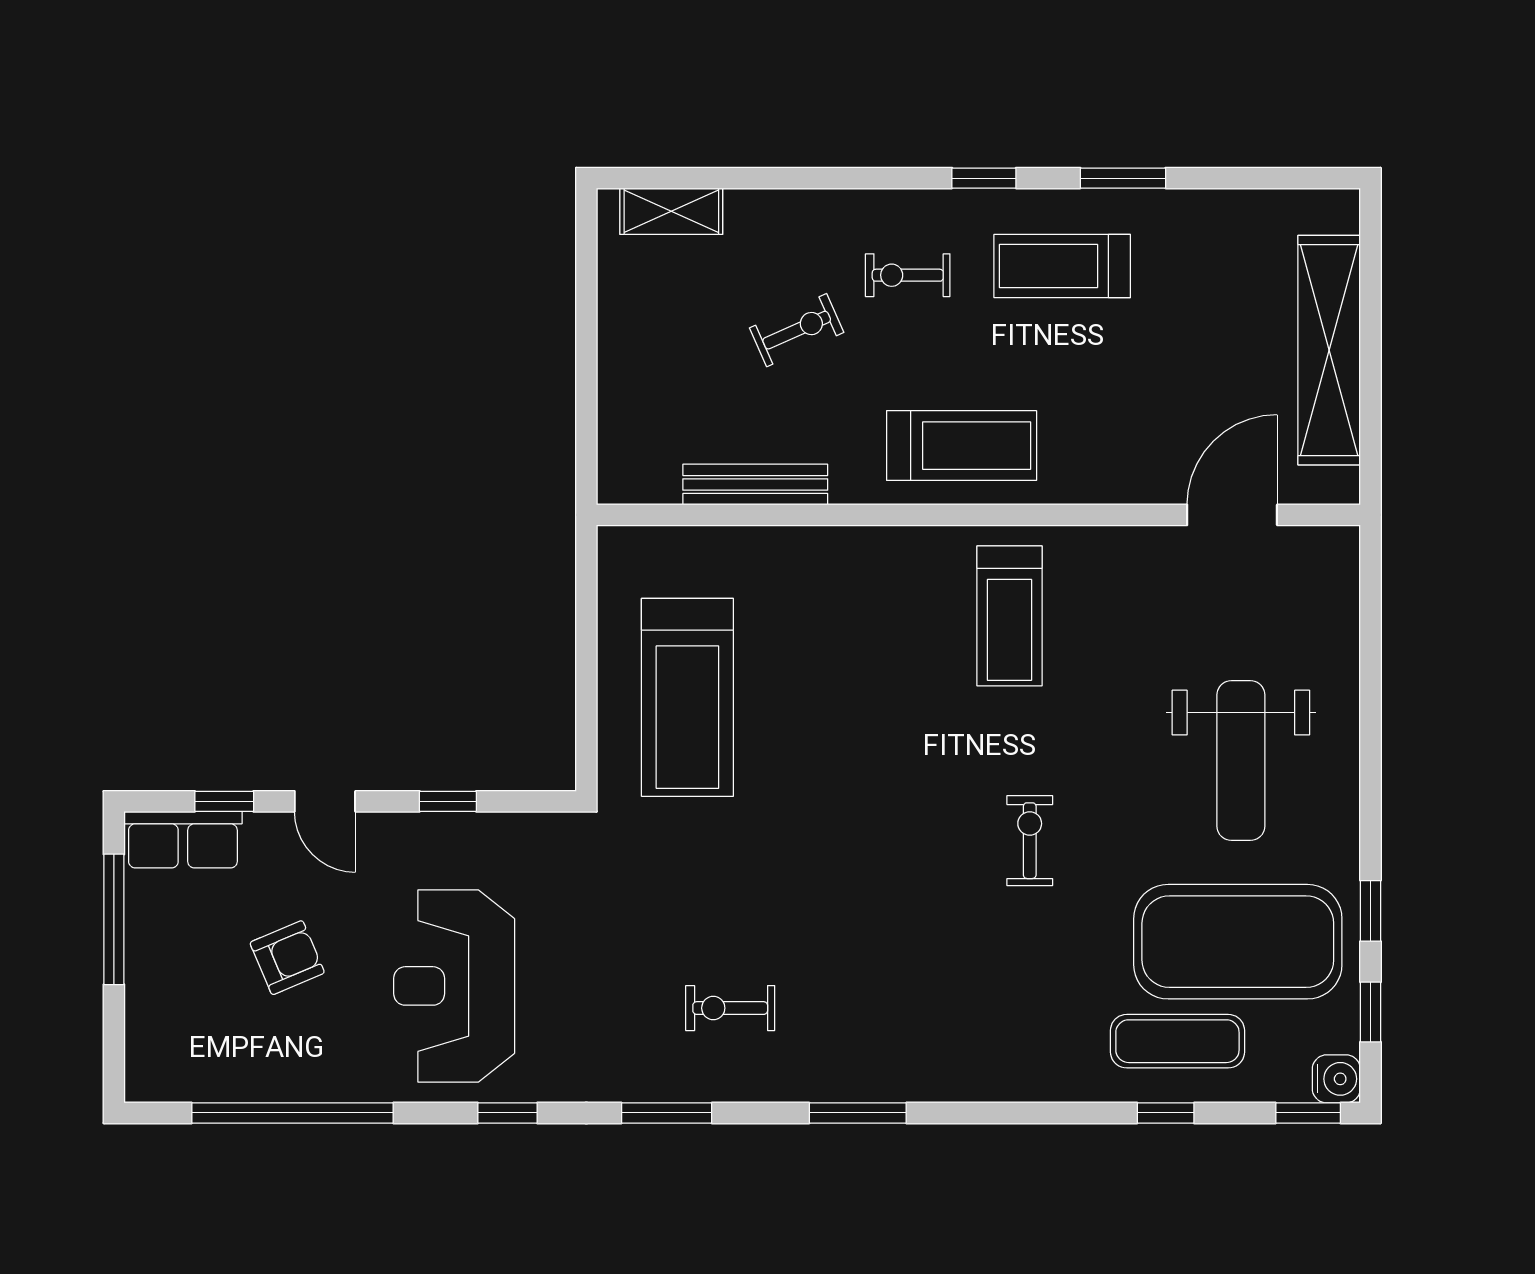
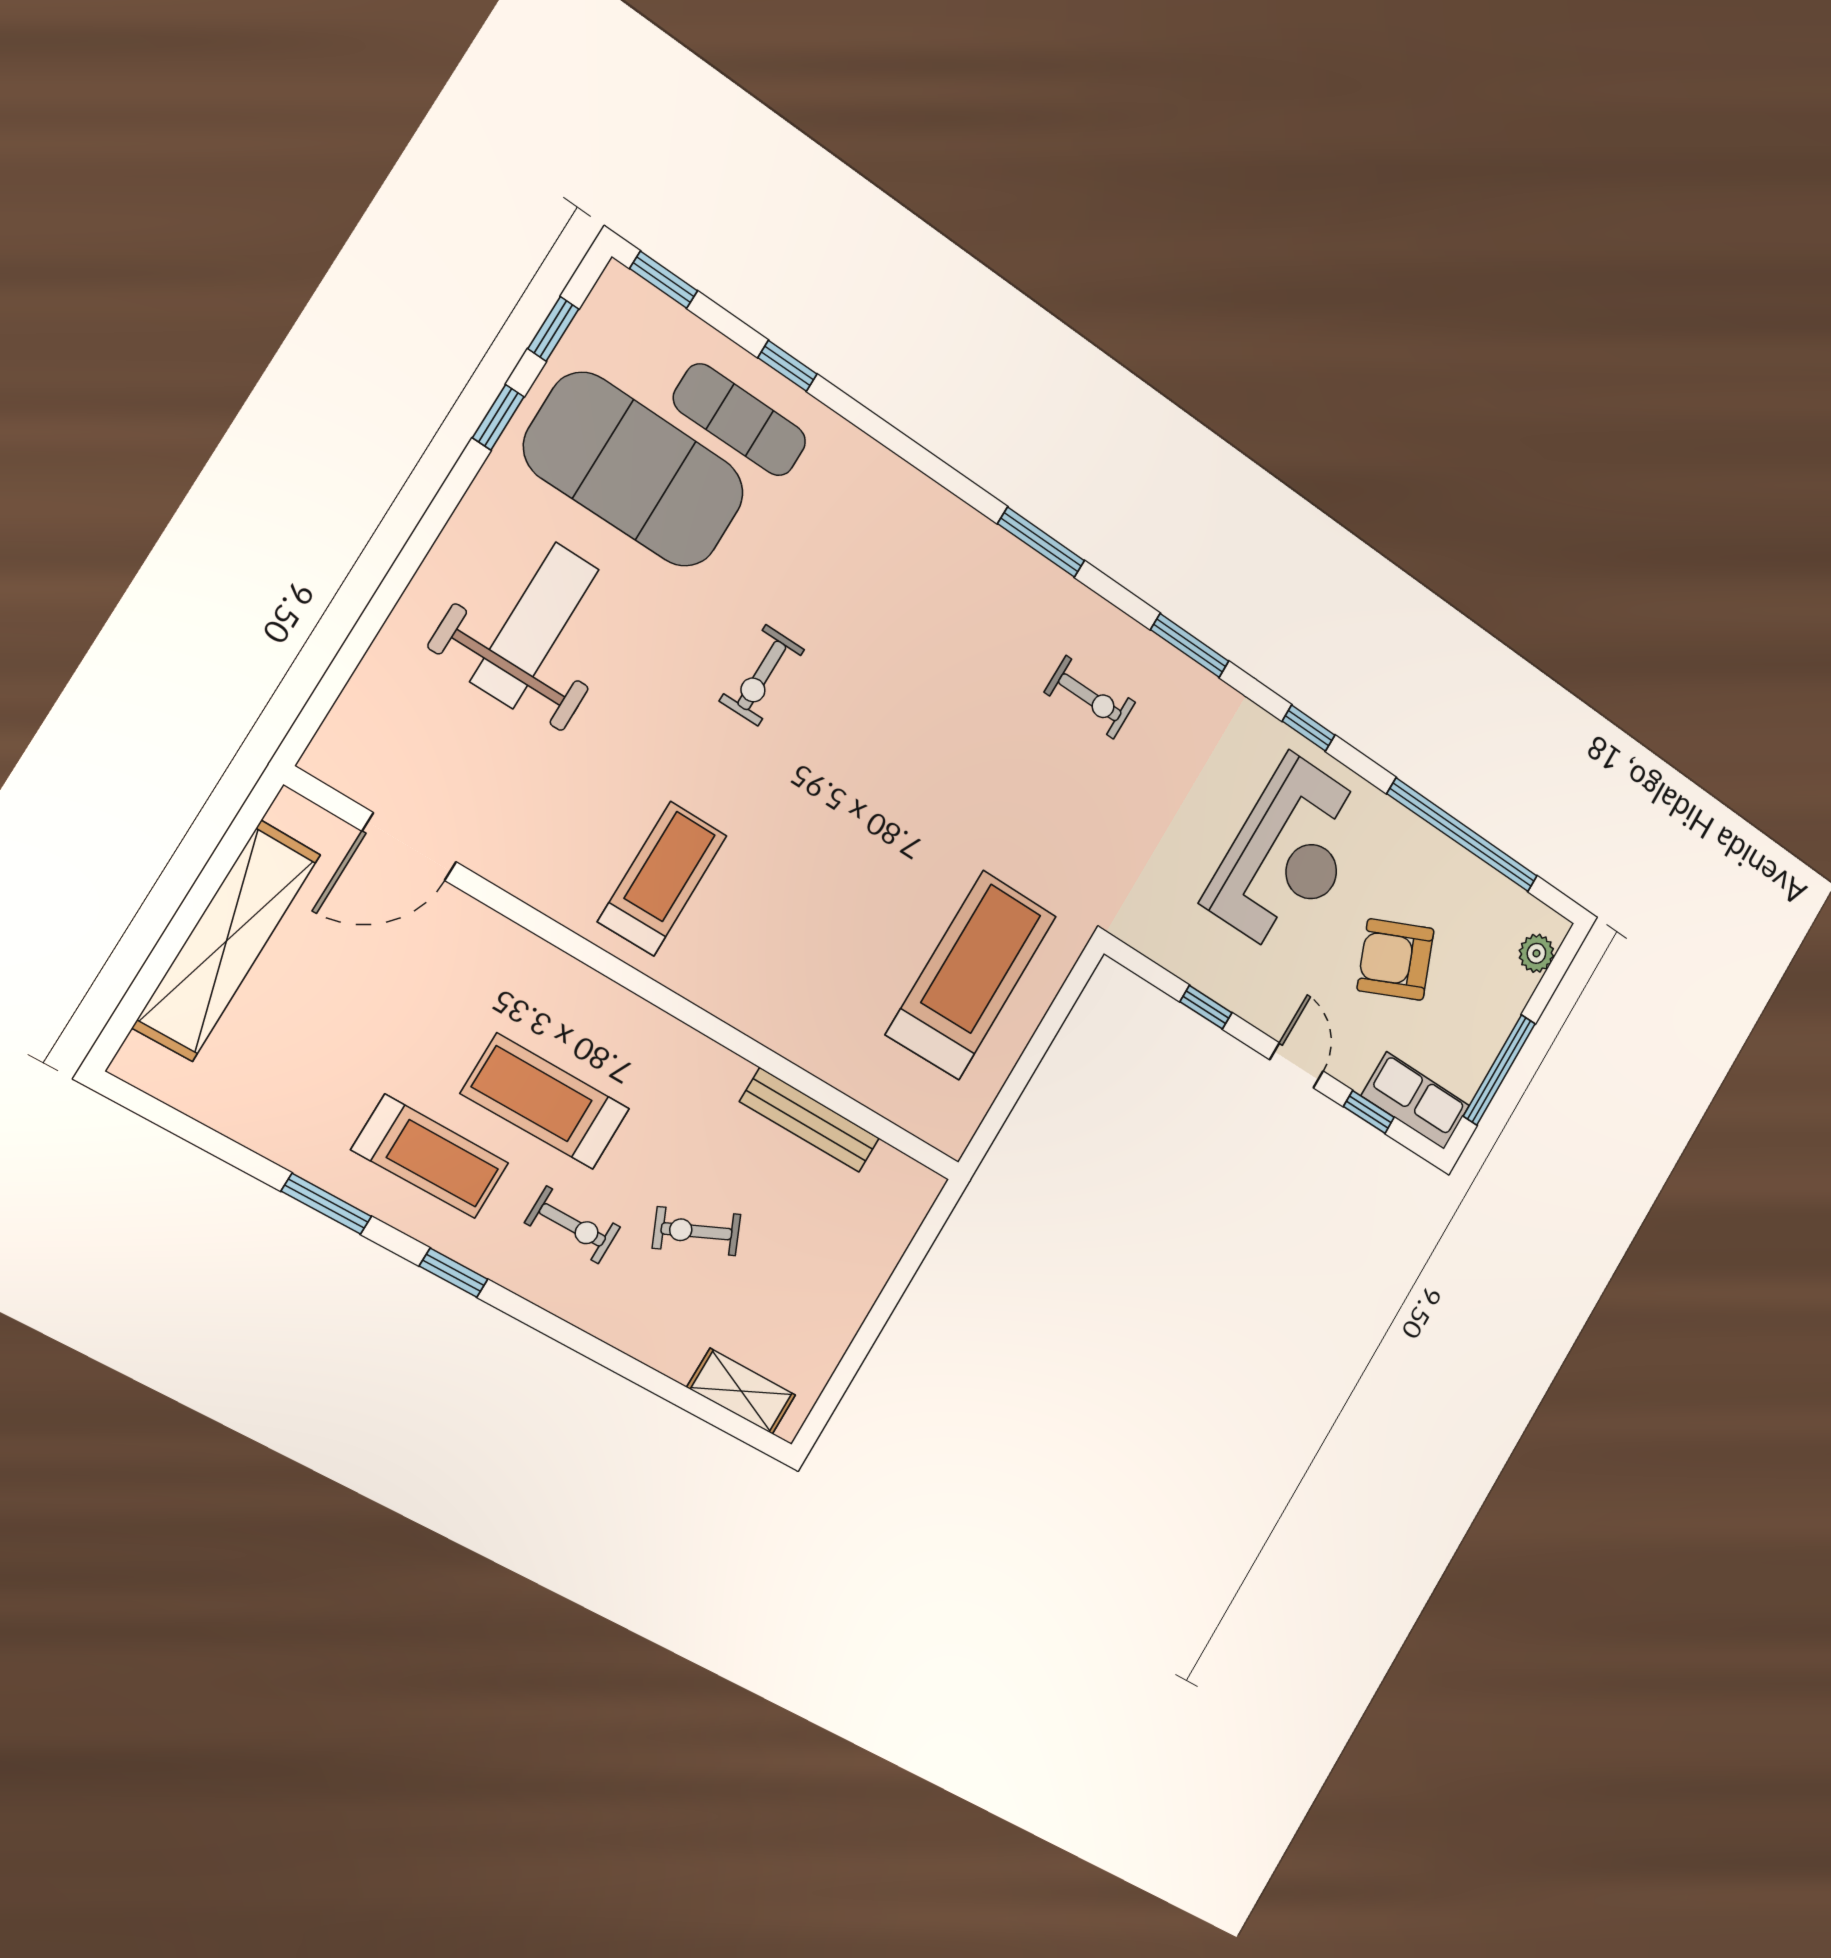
treadmill: (962, 446) -> (545, 1101), moved
armchair: (287, 958) -> (1396, 960), width x1.38, depth x1.38
plant: (145, 1051) -> (1536, 953), added
water cooler: (1336, 1079) -> (620, 292), removed

